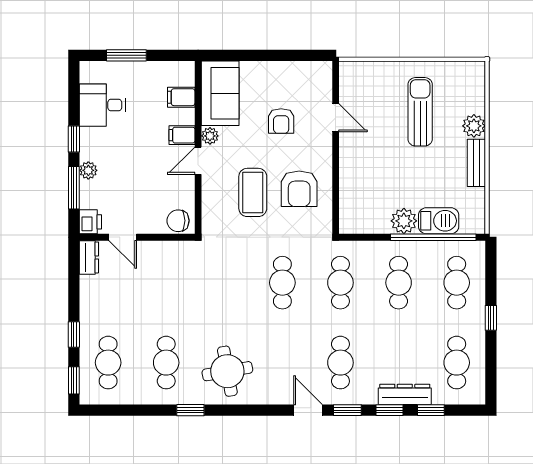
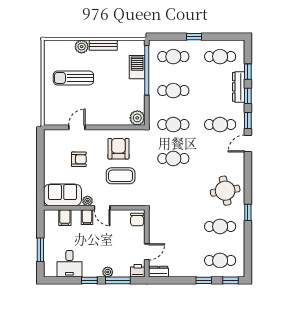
armchair: (299, 189) -> (118, 149), turned -90
plant: (404, 221) -> (137, 118), moved

